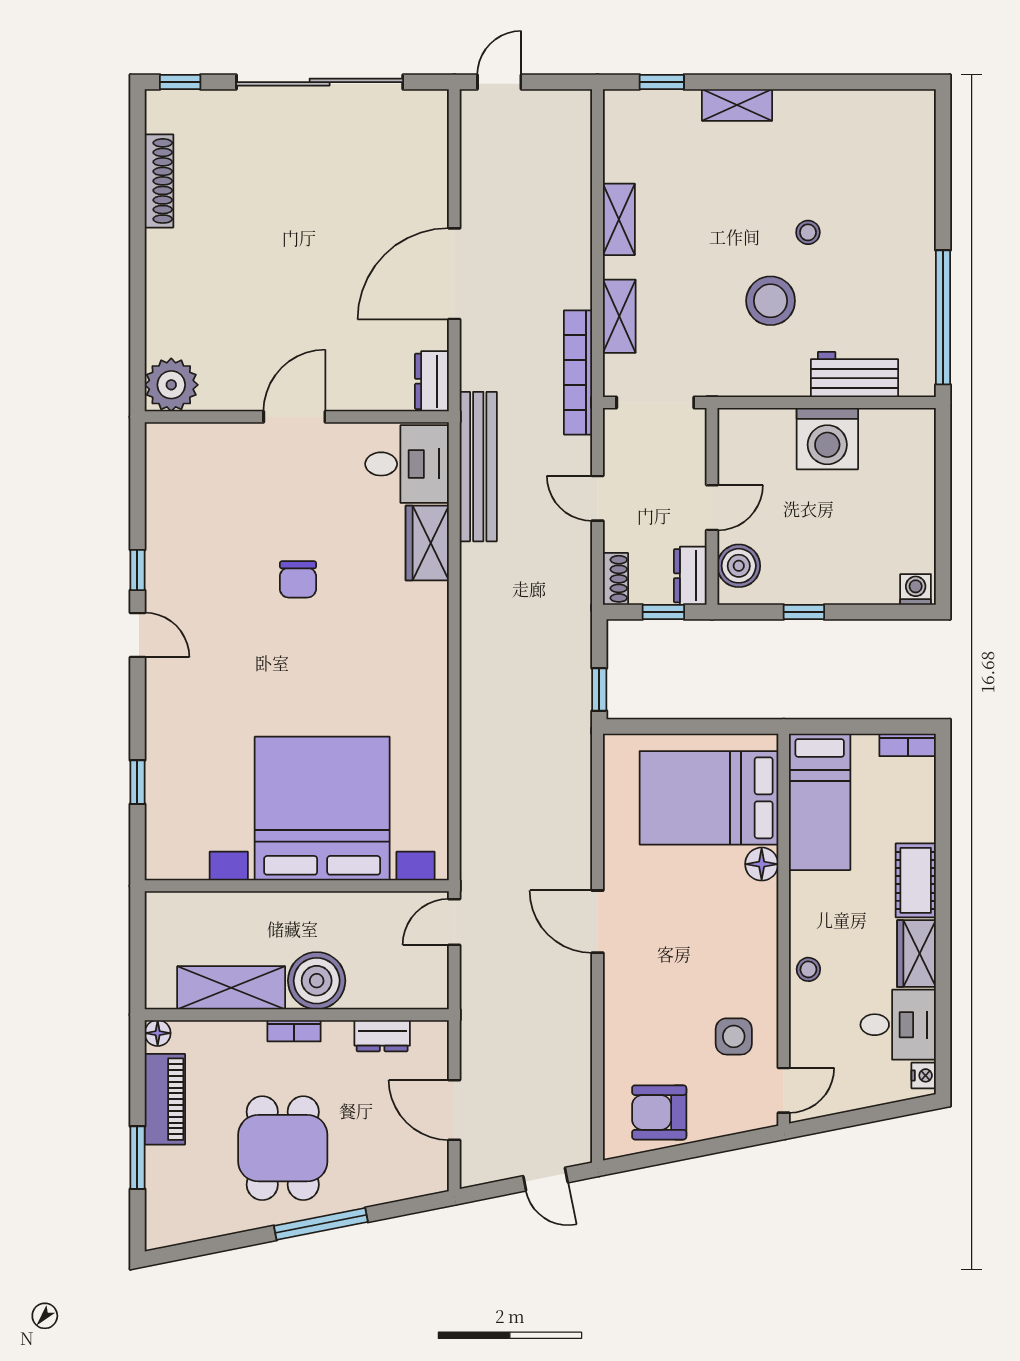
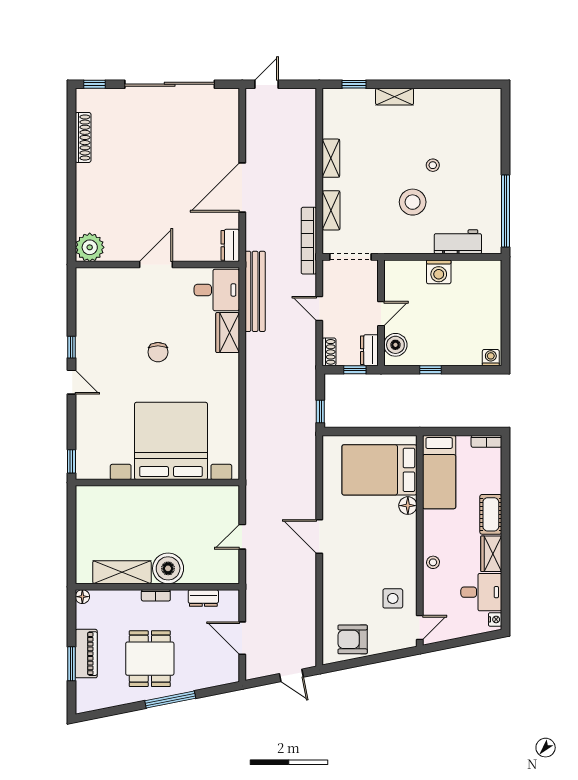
washing machine: (827, 439) -> (439, 272), width x0.73, depth x0.73
bed with nightstands: (322, 809) -> (171, 441), moved
wall: (297, 886) -> (157, 483), moved
piano: (165, 1099) -> (86, 654), moved

